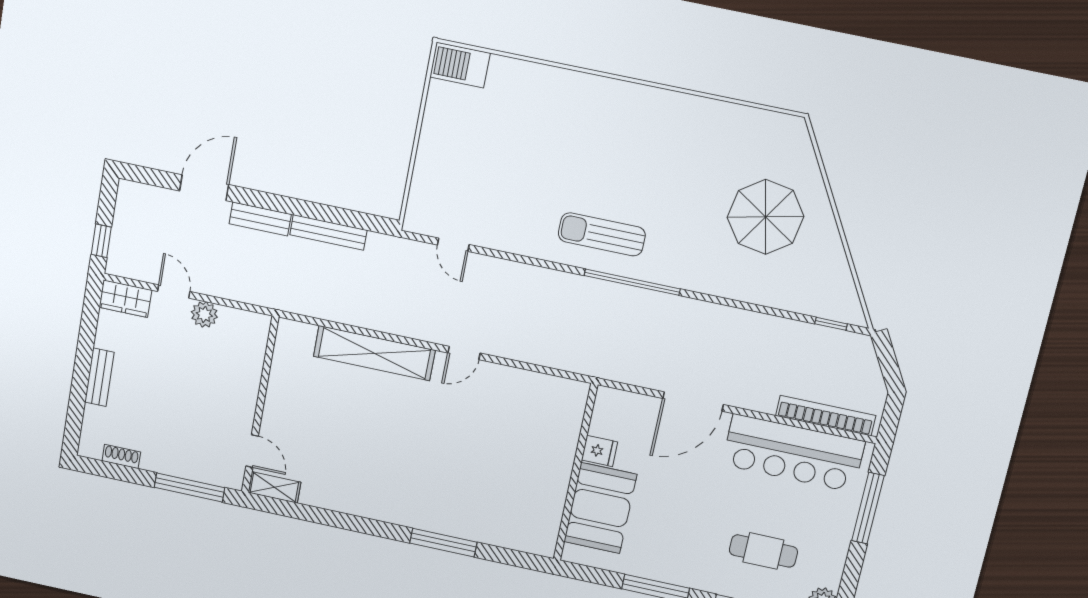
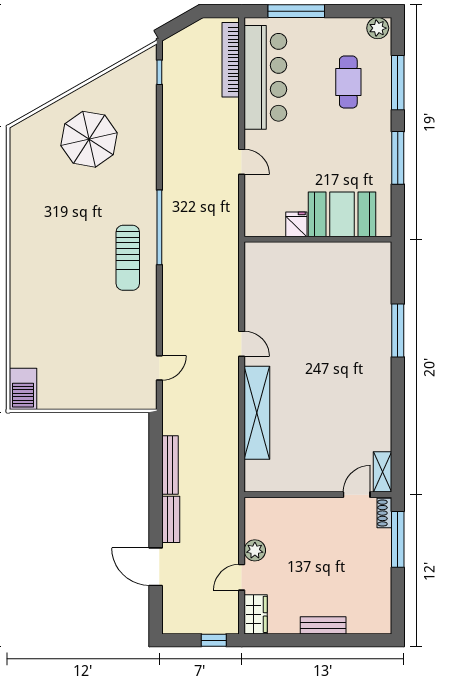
door: (693, 402) -> (242, 162), width x0.53
shoe rack: (121, 457) -> (384, 513), moved

